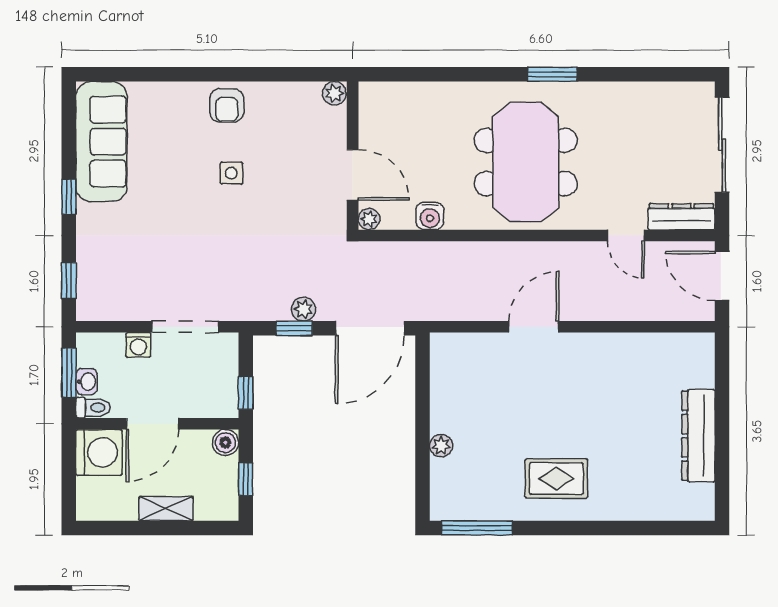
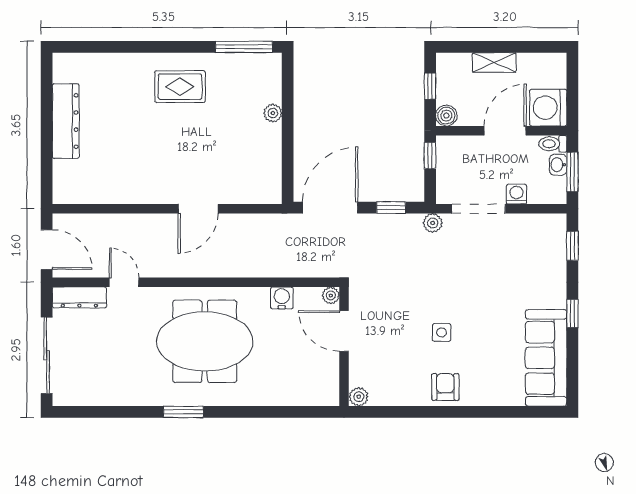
meeting table: (526, 162) -> (205, 341), turned 90
plant: (304, 309) -> (433, 223), moved

